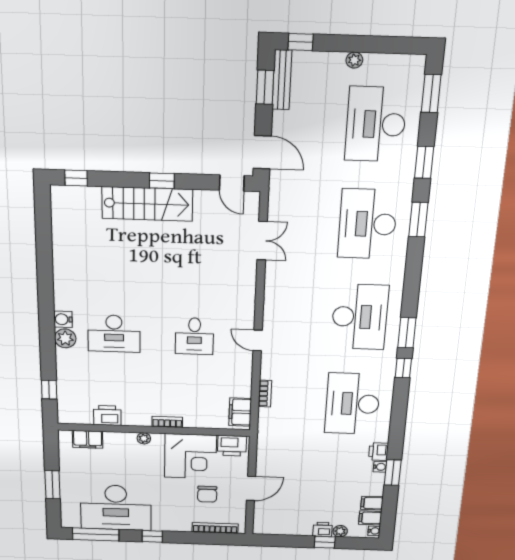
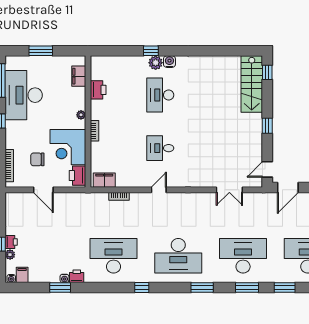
stairs: (147, 204) -> (252, 84), moved
window: (407, 333) -> (202, 287), moved
window: (49, 390) -> (151, 51), moved
filing cabinet: (372, 503) -> (35, 275), removed

